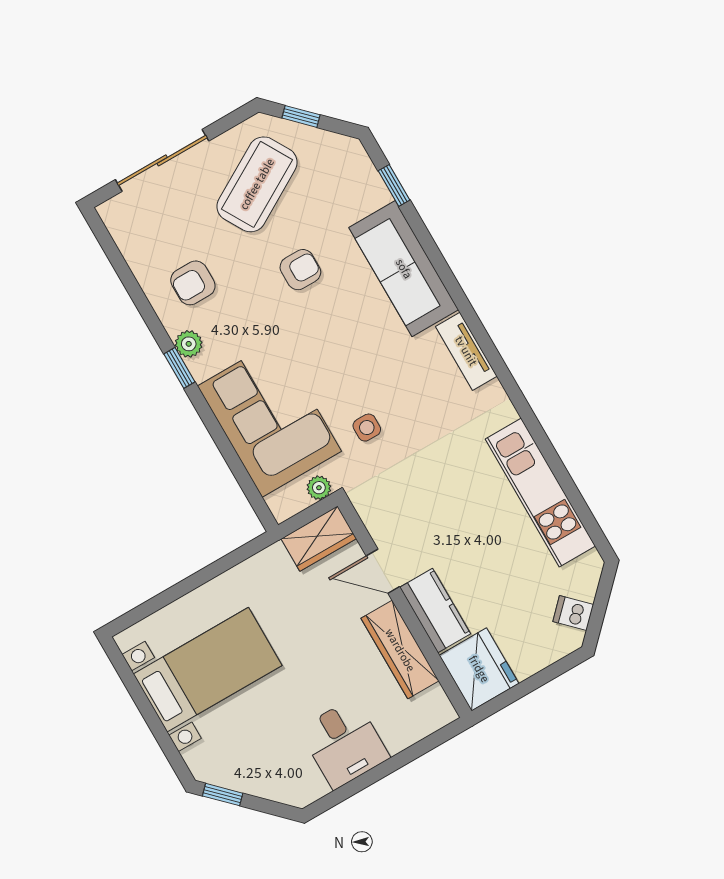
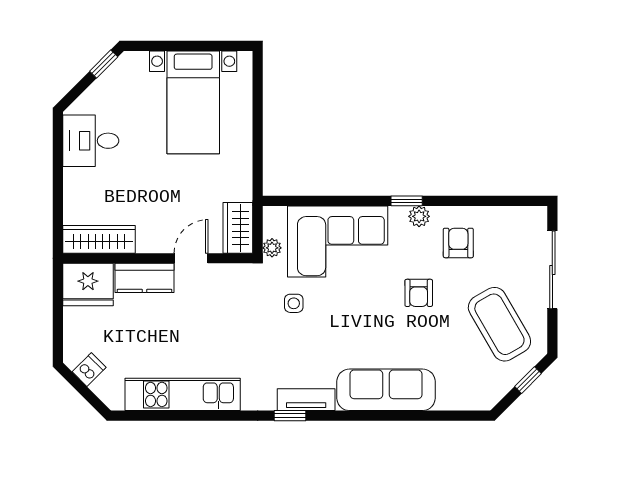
window: (394, 185) -> (290, 416), moved
armchair: (300, 270) -> (419, 293), moved
wardrobe: (400, 650) -> (99, 239), moved
desk: (344, 743) -> (91, 141), moved

